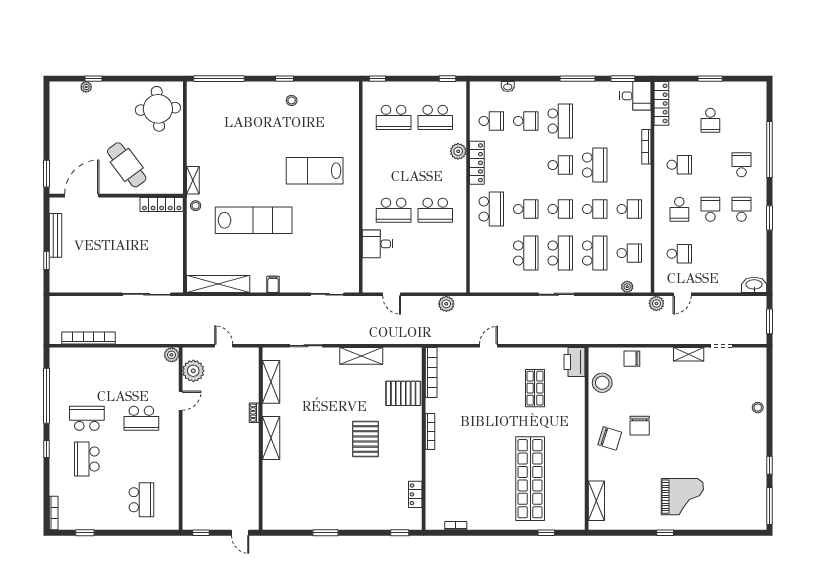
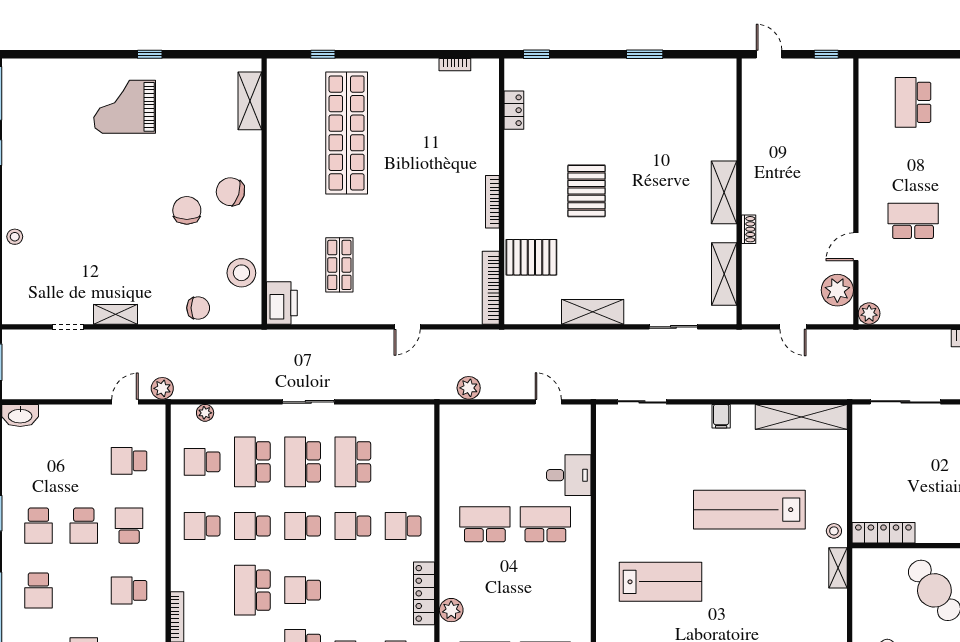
school desk: (491, 209) -> (403, 526), width x0.54

